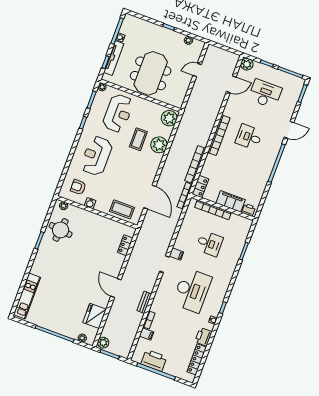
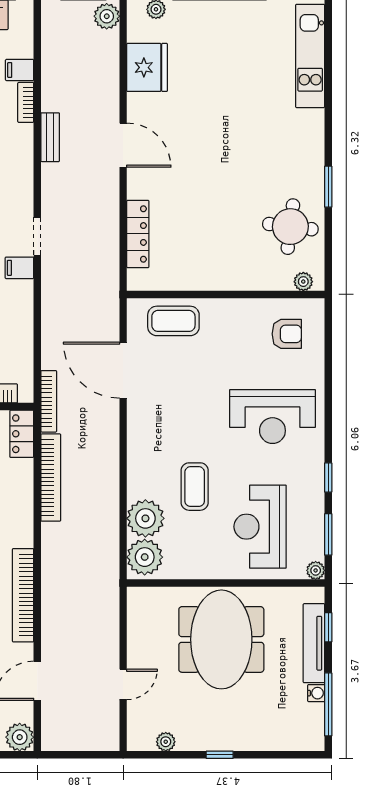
bookcase: (219, 135) -> (23, 595), moved
plant: (159, 145) -> (145, 518), moved
reception desk: (96, 156) -> (272, 417), turned 90
water cooler: (90, 203) -> (248, 309), removed
locker: (125, 245) -> (138, 234), width x1.53

